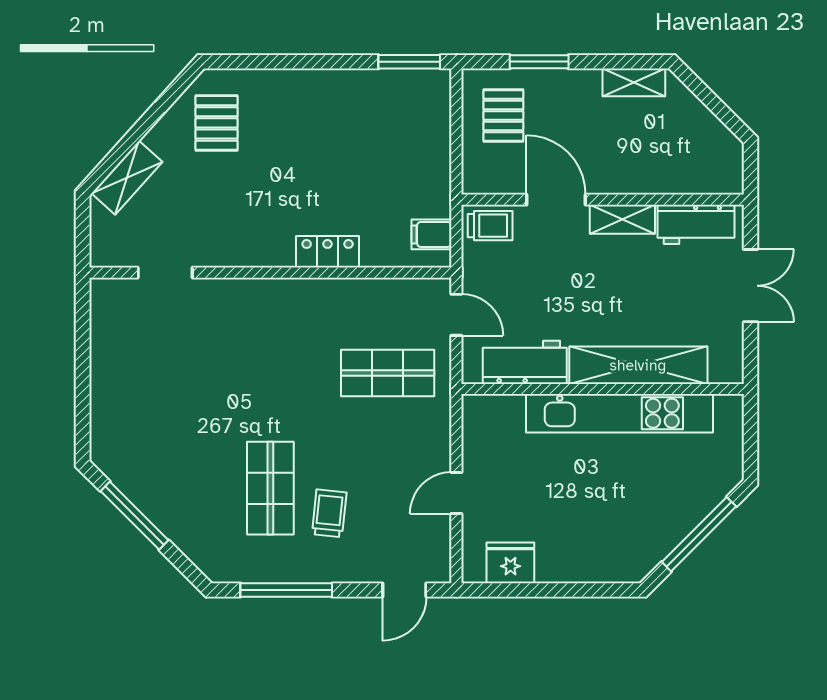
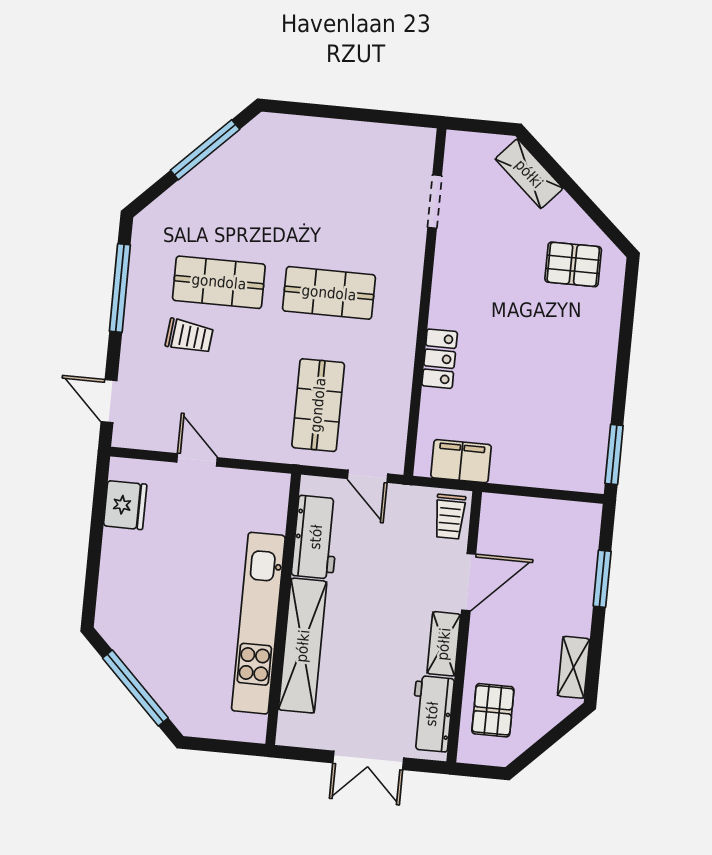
pallet: (503, 115) -> (493, 710), moved, turned 90
filing cabinet: (432, 234) -> (461, 461), width x2.00
door: (456, 315) -> (368, 476), hinge flipped
shop shelf: (270, 373) -> (329, 293), added

